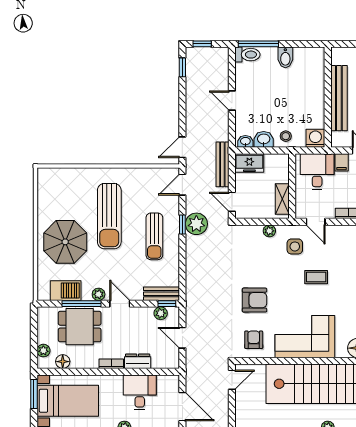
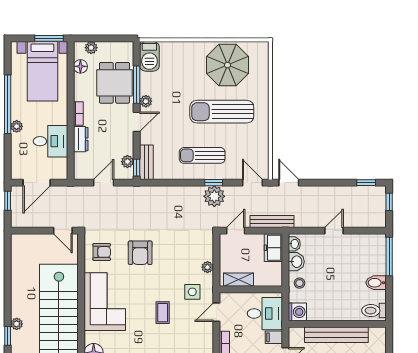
toilet: (247, 55) -> (374, 311), moved, turned 90
parasol: (65, 242) -> (227, 65), moved
barbecue: (66, 291) -> (149, 56), moved

